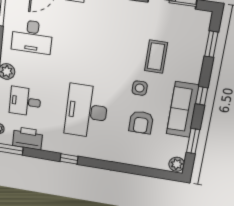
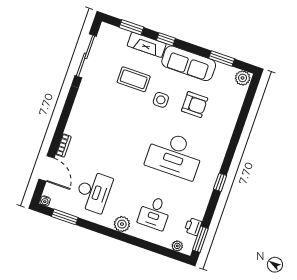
fireplace: (195, 64) -> (147, 45), added
window: (202, 96) -> (166, 39), moved
printer: (28, 138) -> (193, 227), width x0.53, depth x0.68

